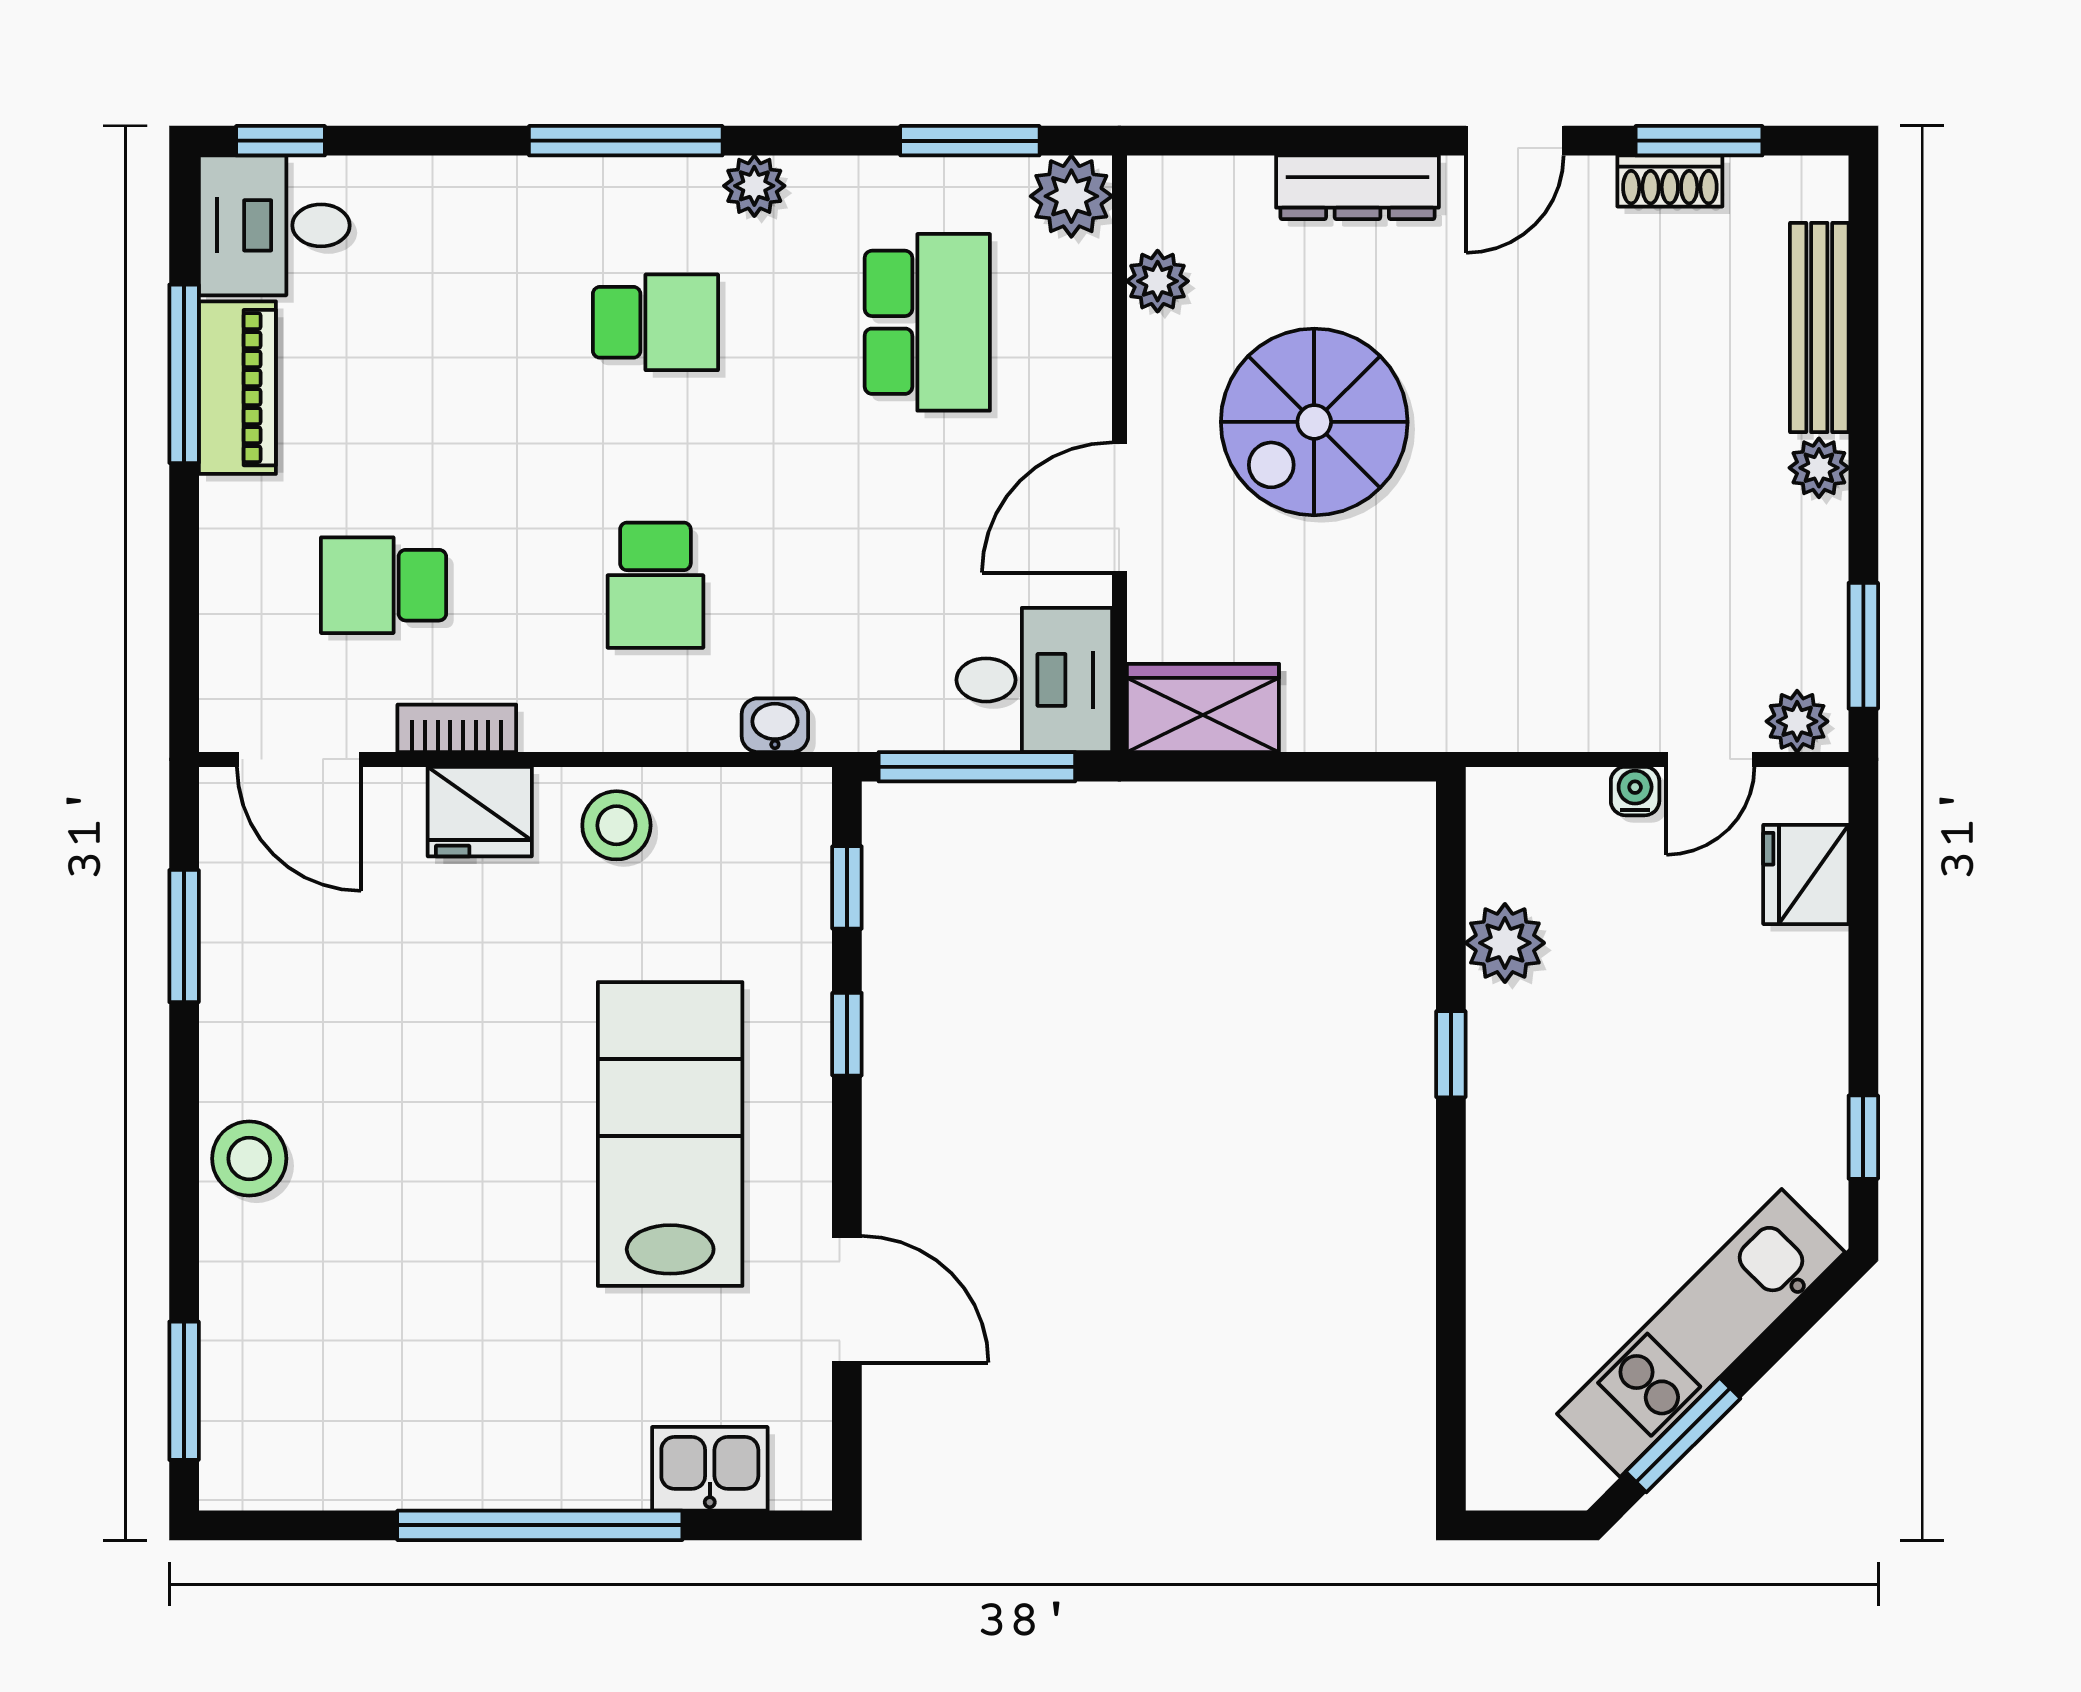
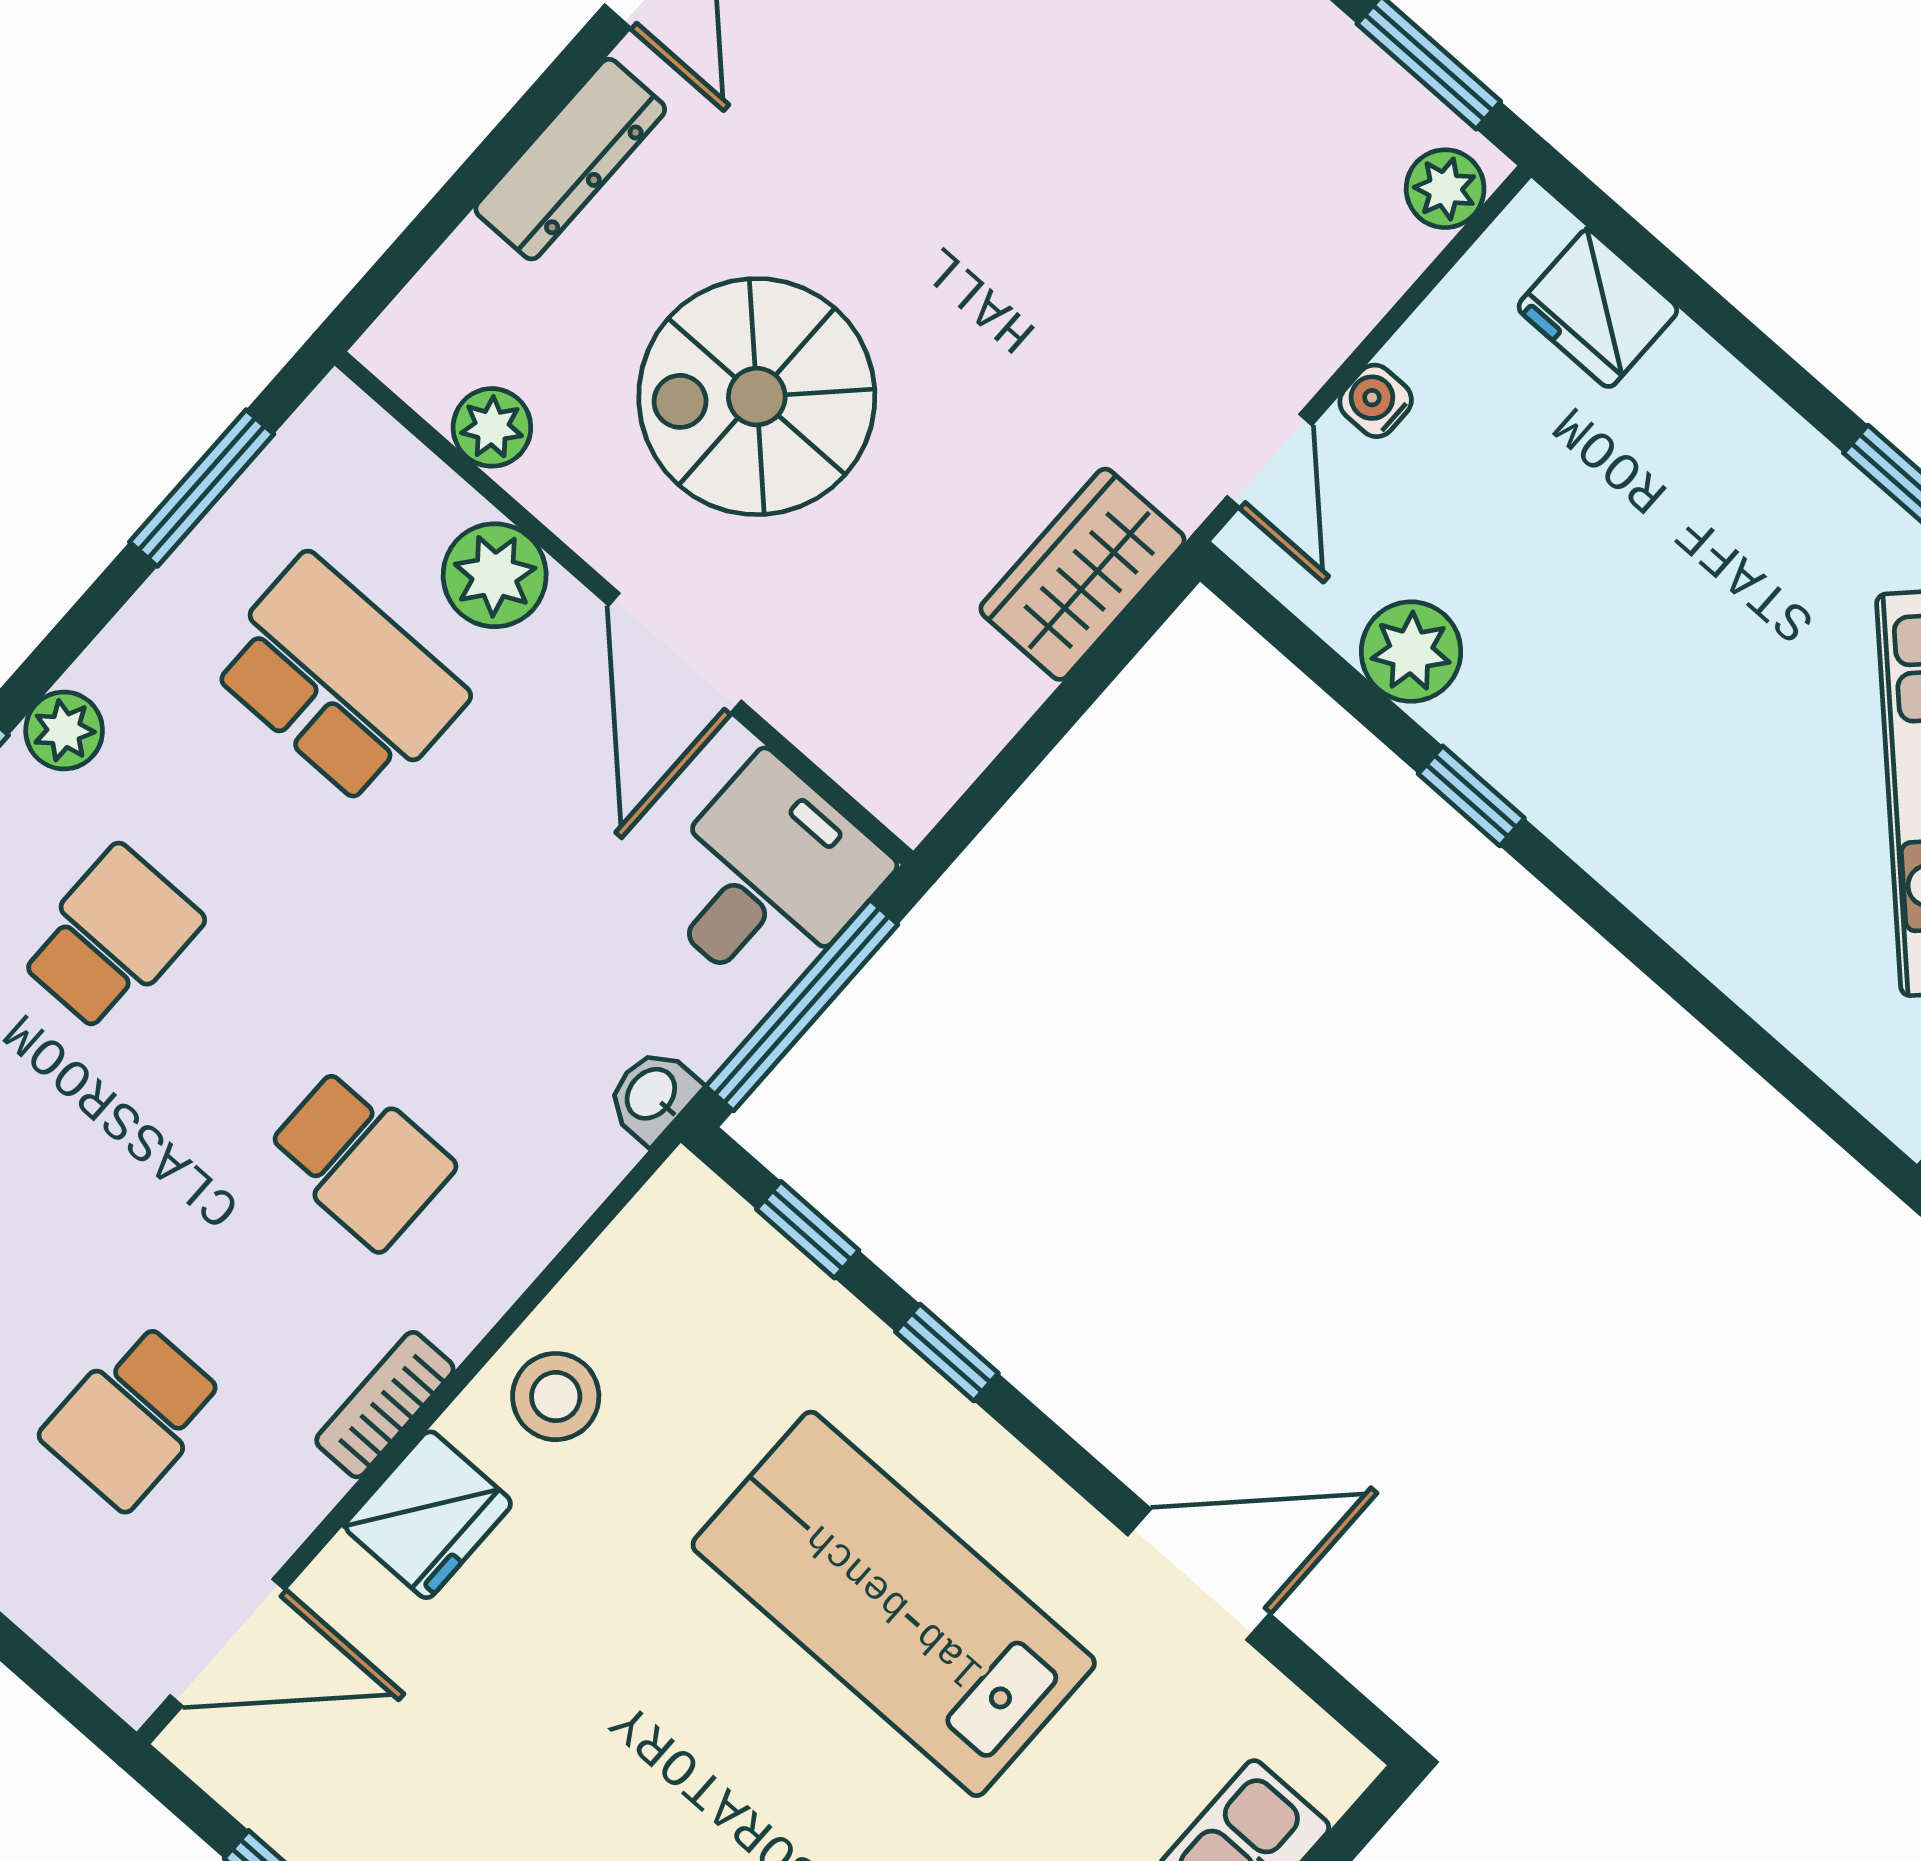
plant: (1071, 196) -> (495, 575), moved
spiral stairs: (1314, 422) -> (757, 397), turned 90
wardrobe: (1203, 708) -> (1082, 574), moved
washbasin: (775, 725) -> (652, 1095), moved
bookcase: (457, 728) -> (385, 1405), moved
door: (1710, 759) -> (1270, 461), moved

